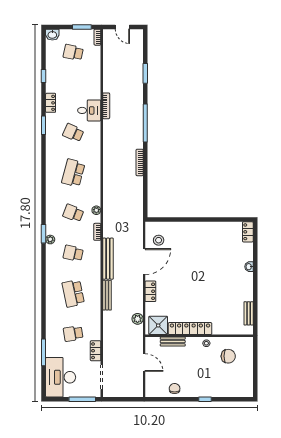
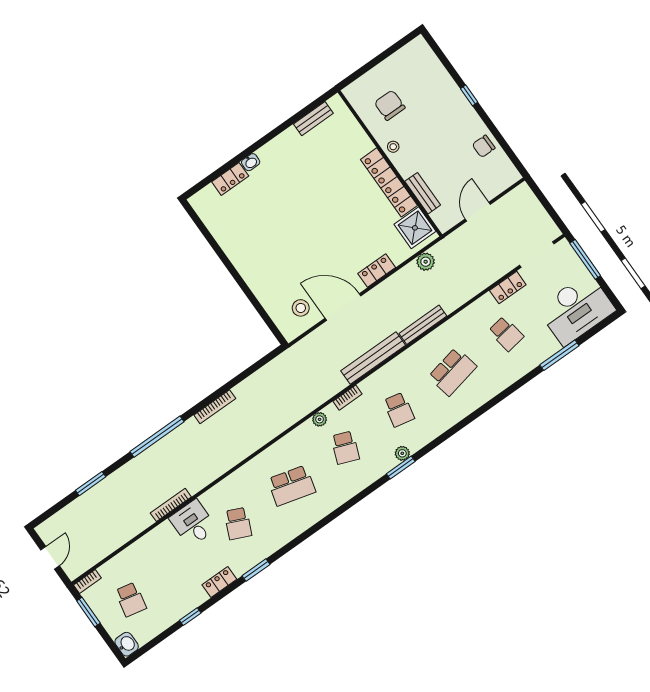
locker: (248, 232) -> (230, 179), moved

